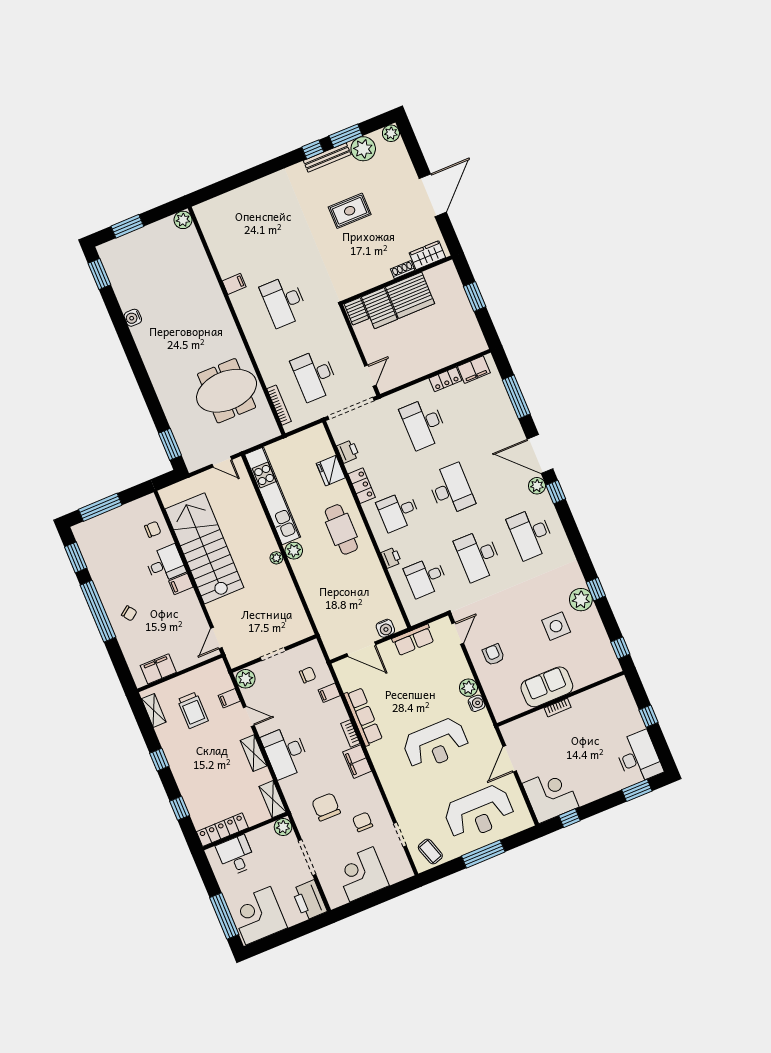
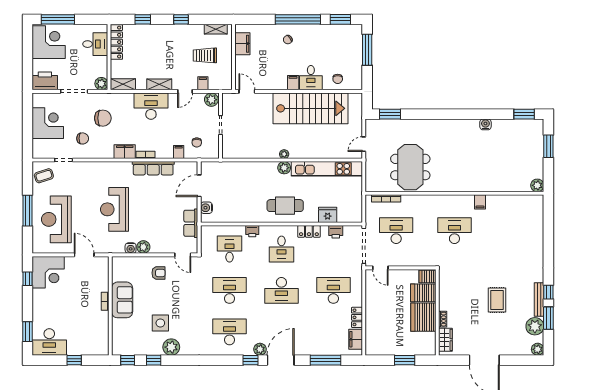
desk: (398, 511) -> (281, 249), turned 180
window: (596, 589) -> (154, 360), moved

